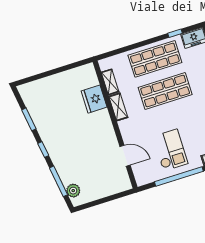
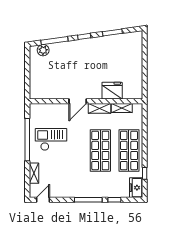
checkout: (170, 150) -> (51, 139), turned 180
door: (125, 156) -> (78, 101), moved

